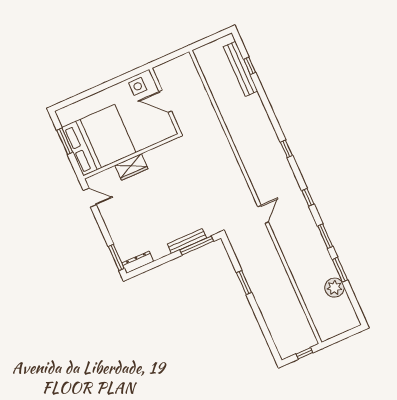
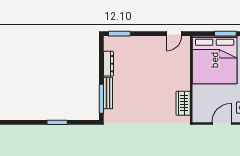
wardrobe: (131, 167) -> (183, 103), moved
dresser: (138, 262) -> (108, 64), moved

